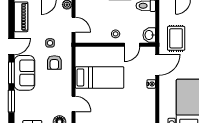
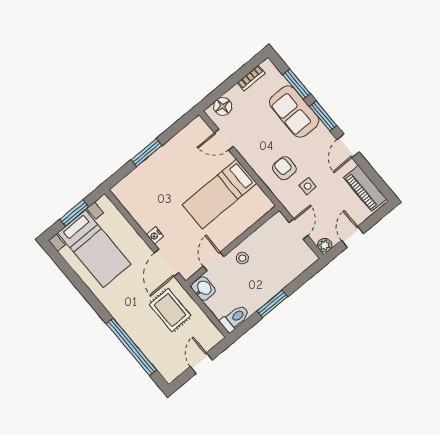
door: (74, 25) -> (298, 229), swing flipped
sofa: (24, 73) -> (294, 112), moved

